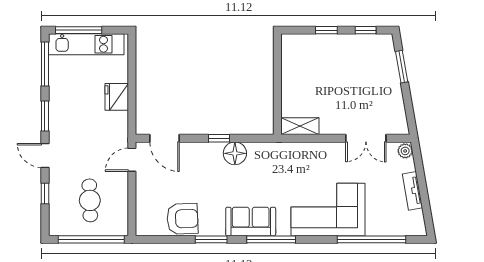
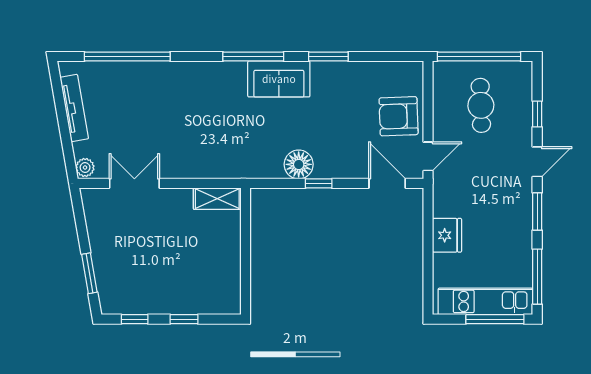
door: (45, 155) -> (537, 162), hinge flipped
tv unit: (412, 191) -> (74, 108), width x1.41
corner sofa: (328, 210) -> (182, 94), removed
armchair: (182, 219) -> (399, 116), moved

